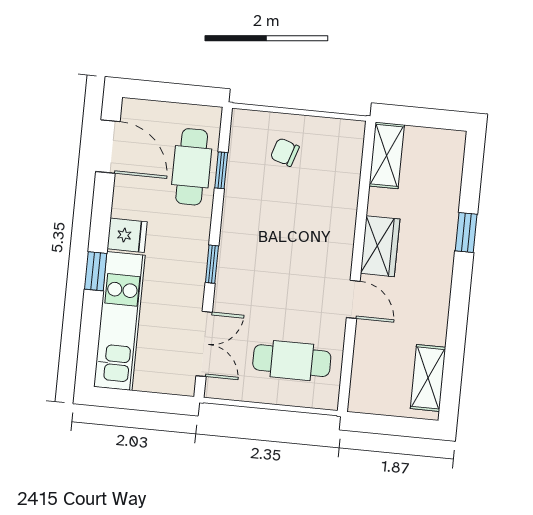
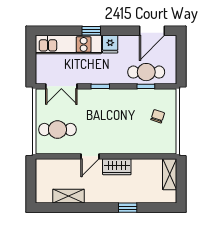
shelving: (387, 155) -> (170, 174), moved, turned 90
cafe table: (292, 361) -> (57, 130), turned 90
shelving: (428, 378) -> (69, 196), moved

